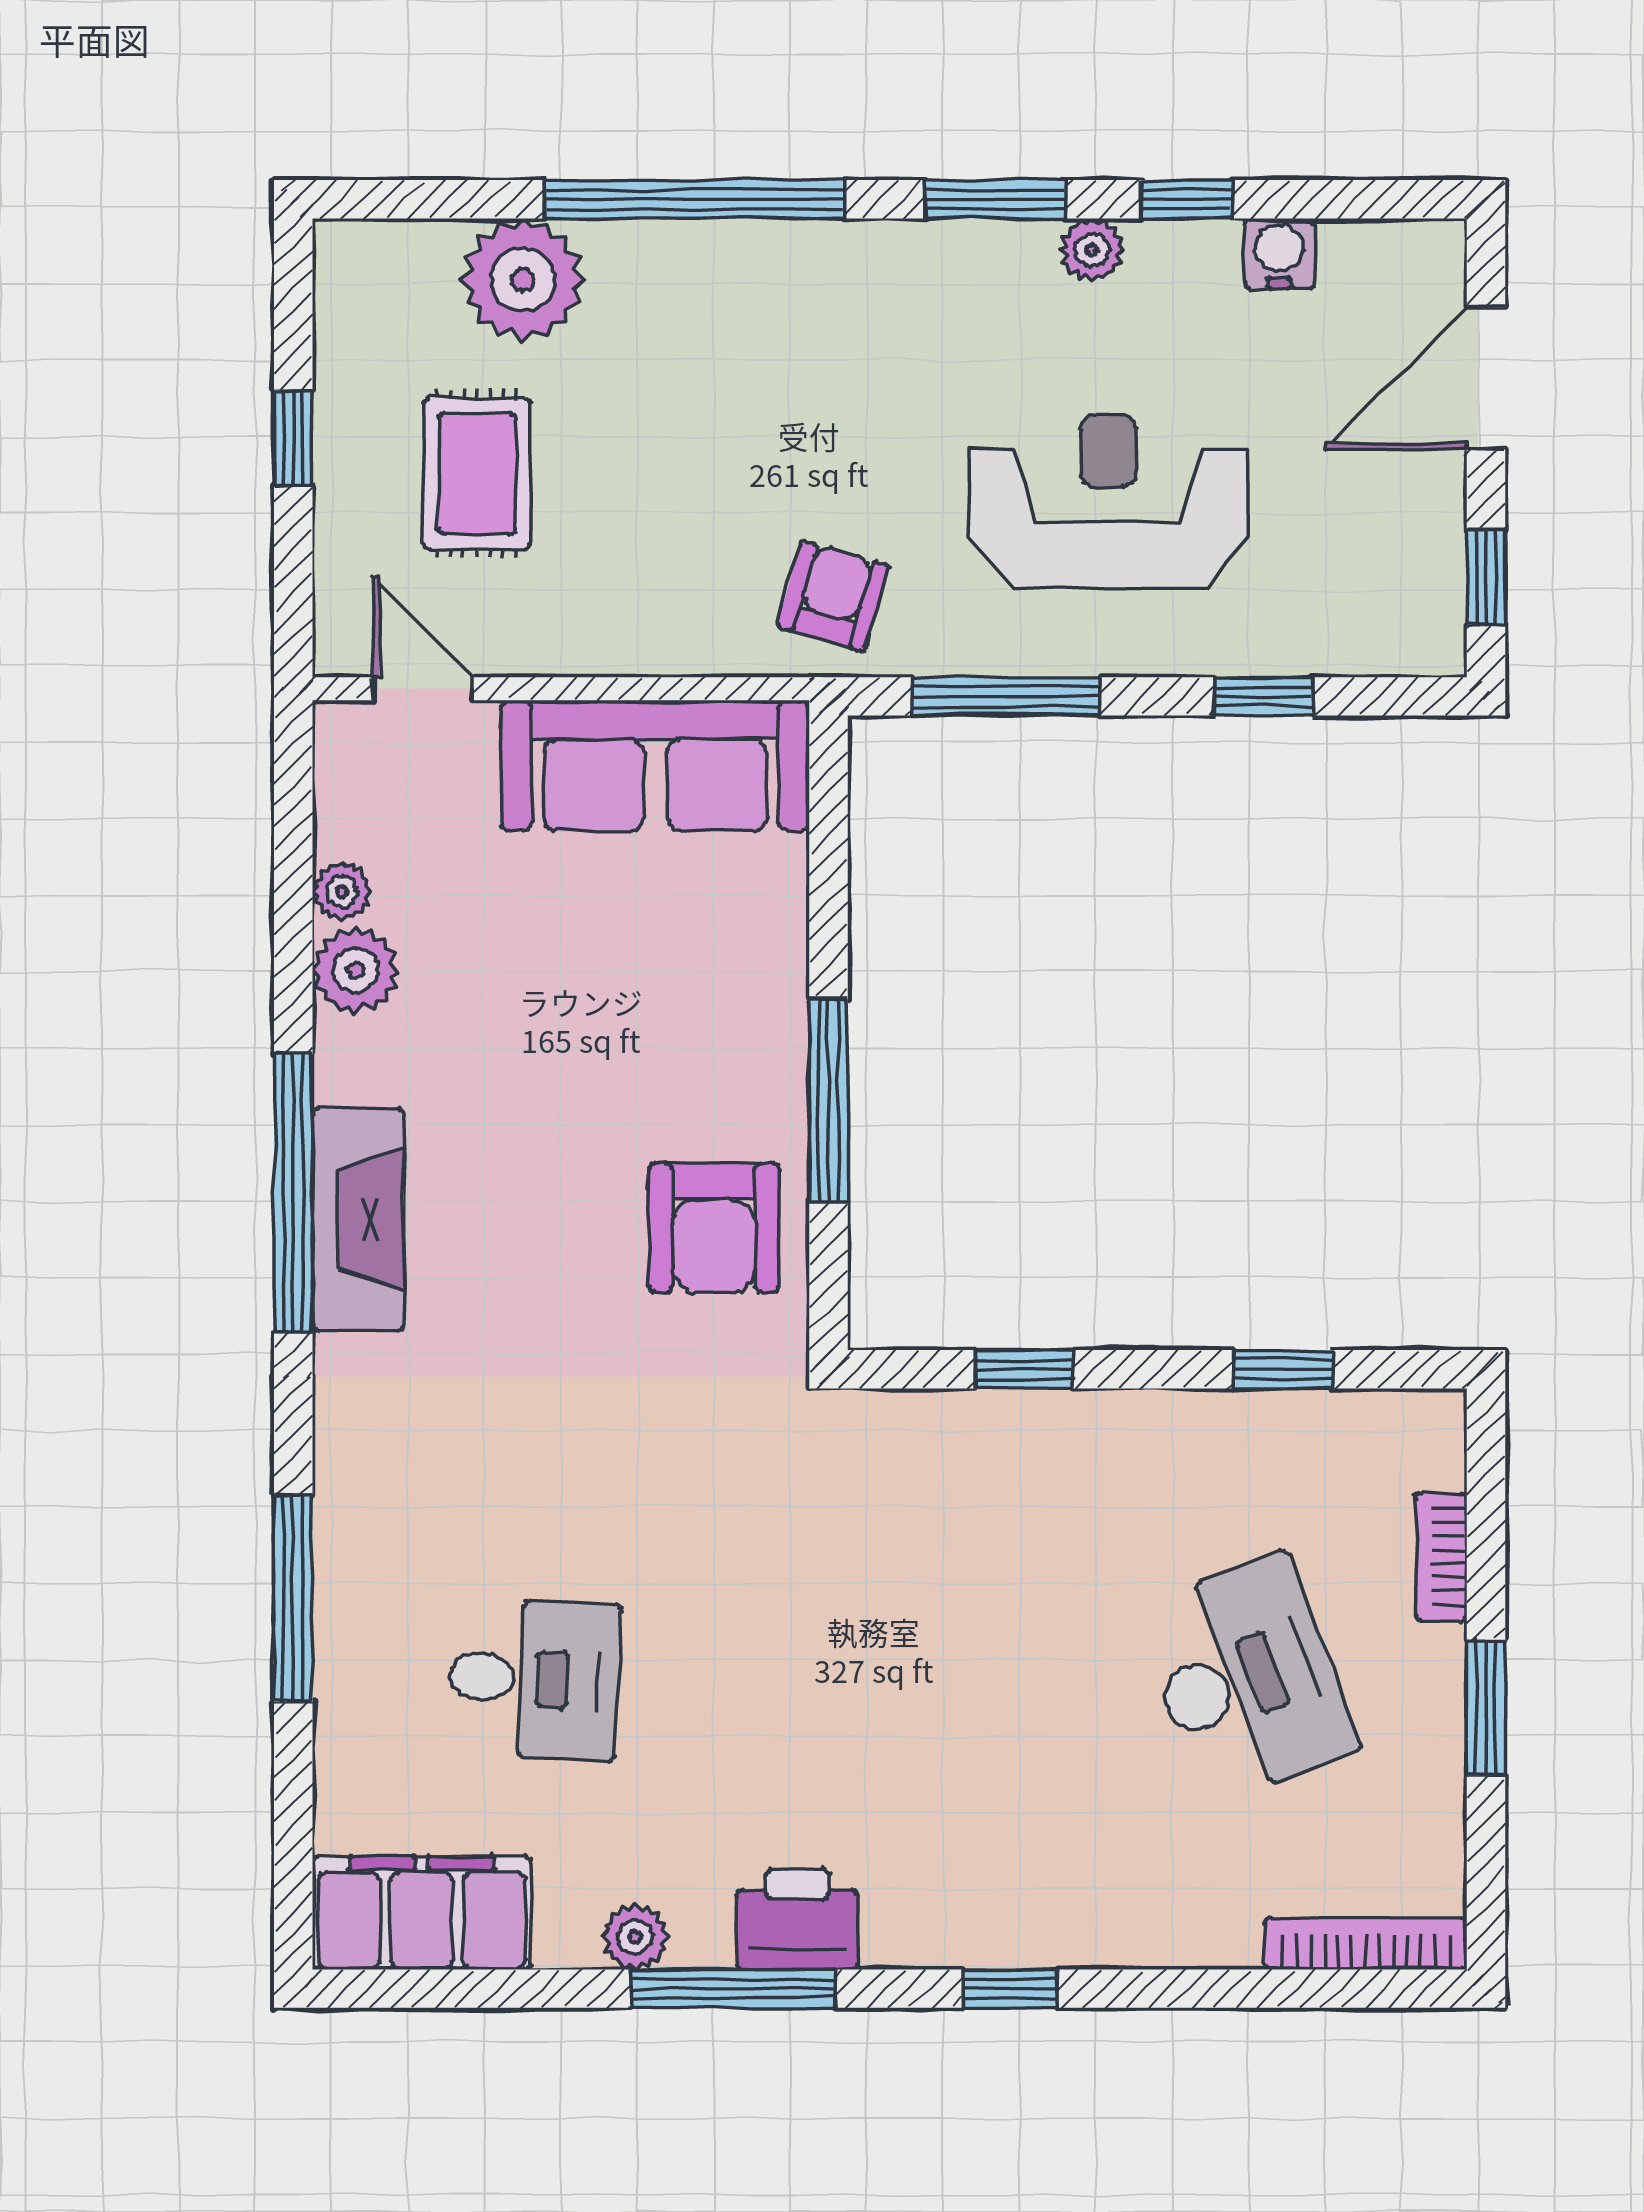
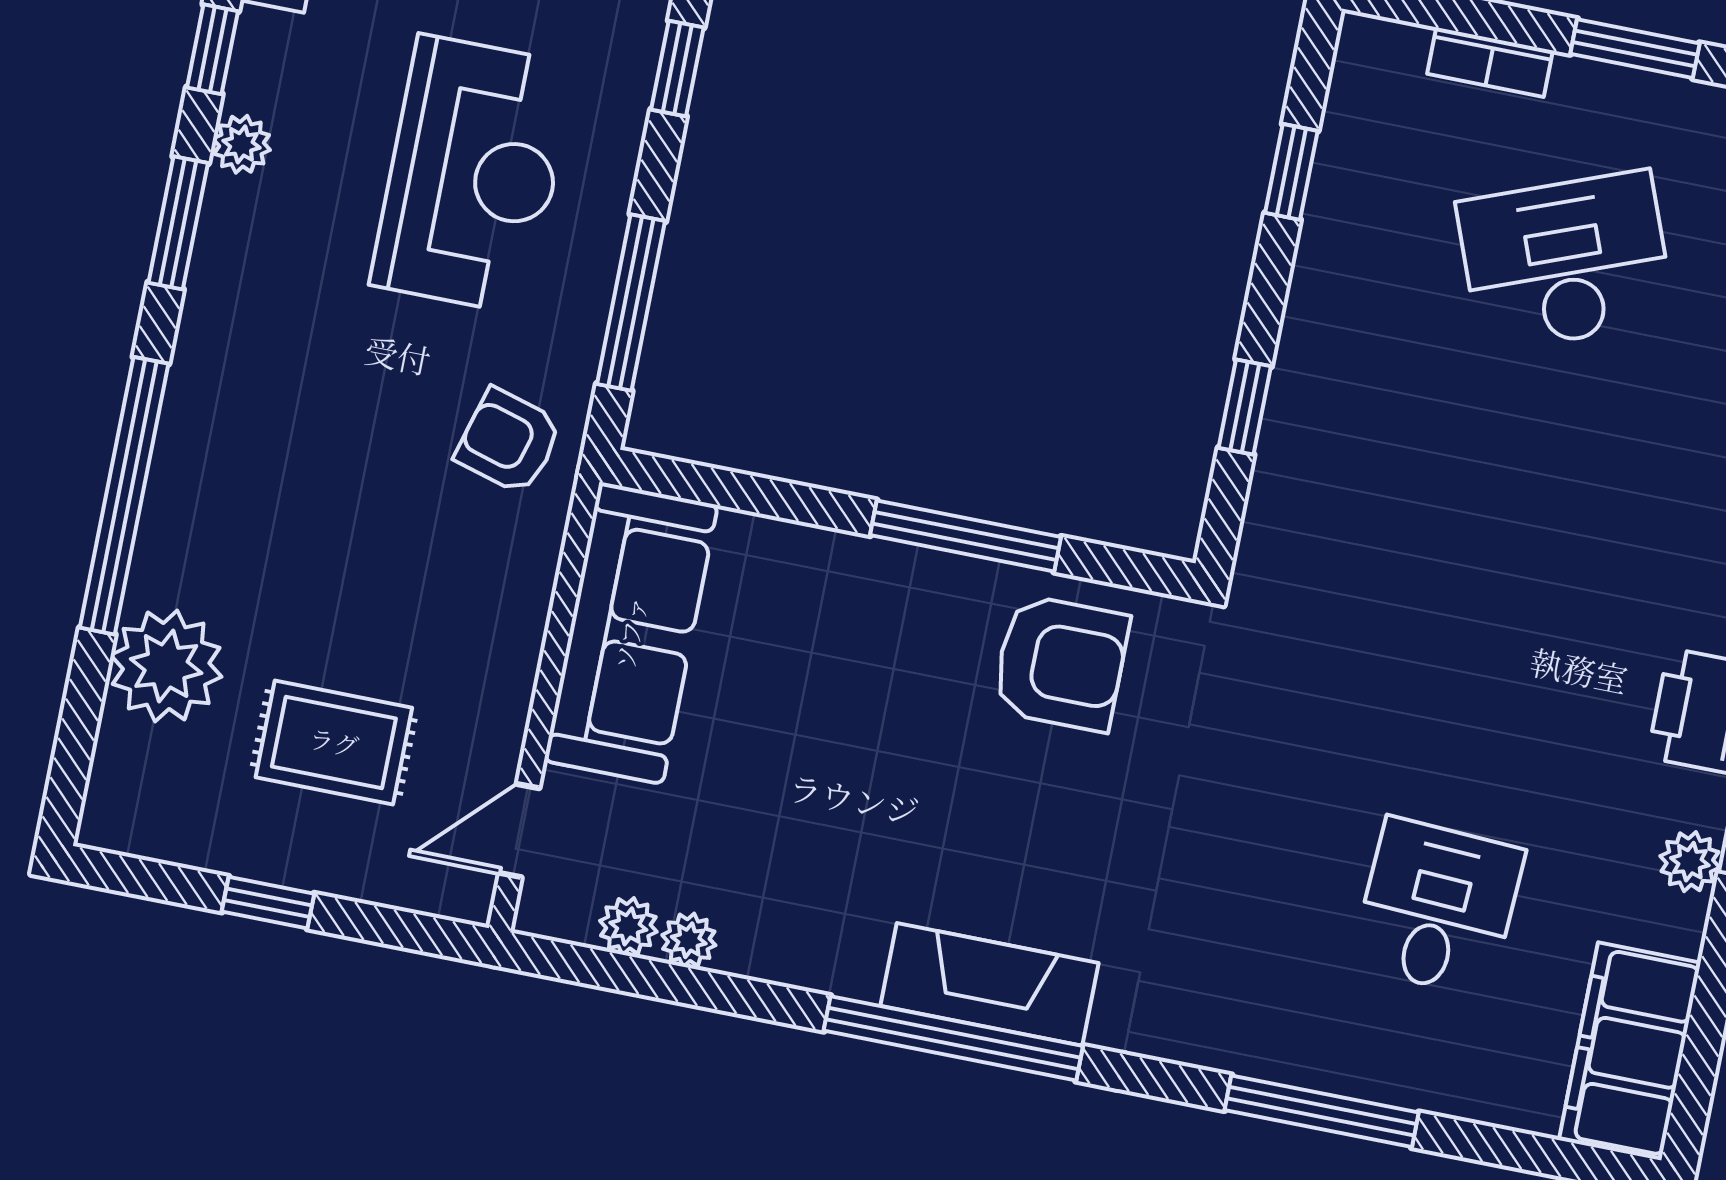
reception desk: (1108, 502) -> (473, 174), turned 180
plant: (356, 970) -> (628, 926), moved, width x0.73, depth x0.73

